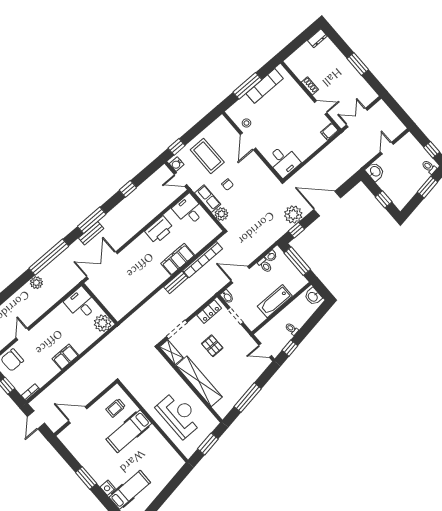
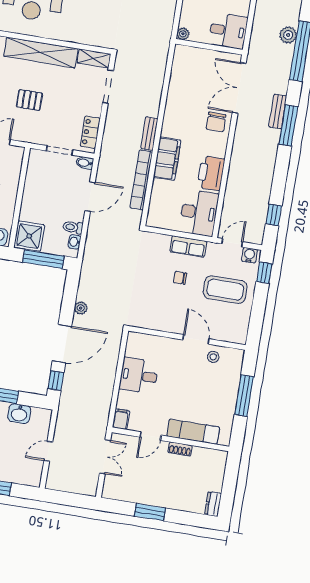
exam couch: (265, 86) -> (193, 432), moved, turned 90
door: (387, 148) -> (48, 451), swing flipped
desk: (284, 161) -> (139, 376), moved
washbasin: (375, 172) -> (19, 414), moved
window: (128, 189) -> (274, 215), moved
desk: (189, 210) -> (199, 213), width x1.37
plant: (221, 214) -> (161, 243), removed
plant: (293, 215) -> (81, 308), width x0.53, depth x0.53
window: (296, 230) -> (56, 381), moved
chair: (132, 257) -> (216, 122), added
double door: (102, 265) -> (239, 88), swing flipped
shower: (294, 281) -> (29, 236), added
plant: (36, 283) -> (288, 35), moved
bathtub: (275, 301) -> (32, 199), removed
plant: (103, 323) -> (183, 34), width x0.53, depth x0.53
pallet: (212, 346) -> (29, 100), moved

